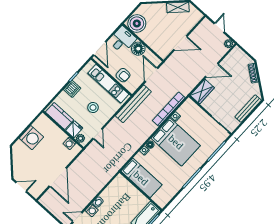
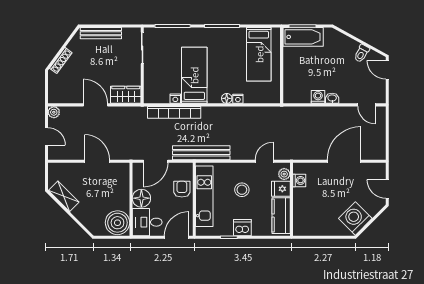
door: (219, 28) -> (46, 136), swing flipped
washing machine: (31, 138) -> (355, 218), moved, turned -45
bed: (176, 142) -> (194, 75), width x0.67
bed: (141, 178) -> (259, 54), moved, turned 180
washing machine: (92, 210) -> (318, 97), moved

